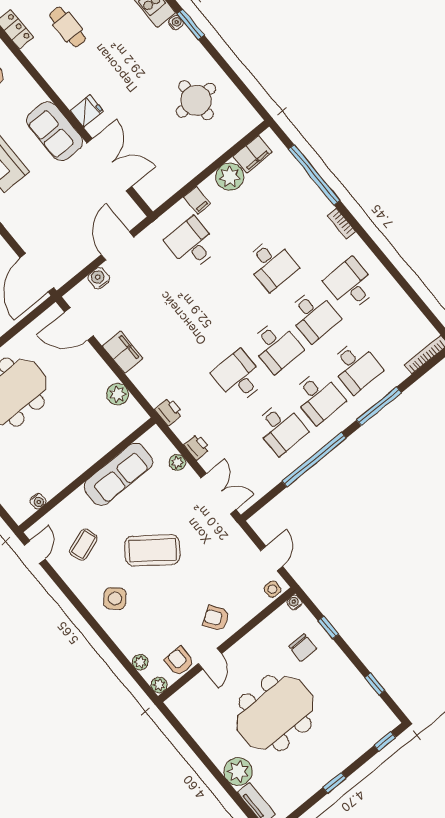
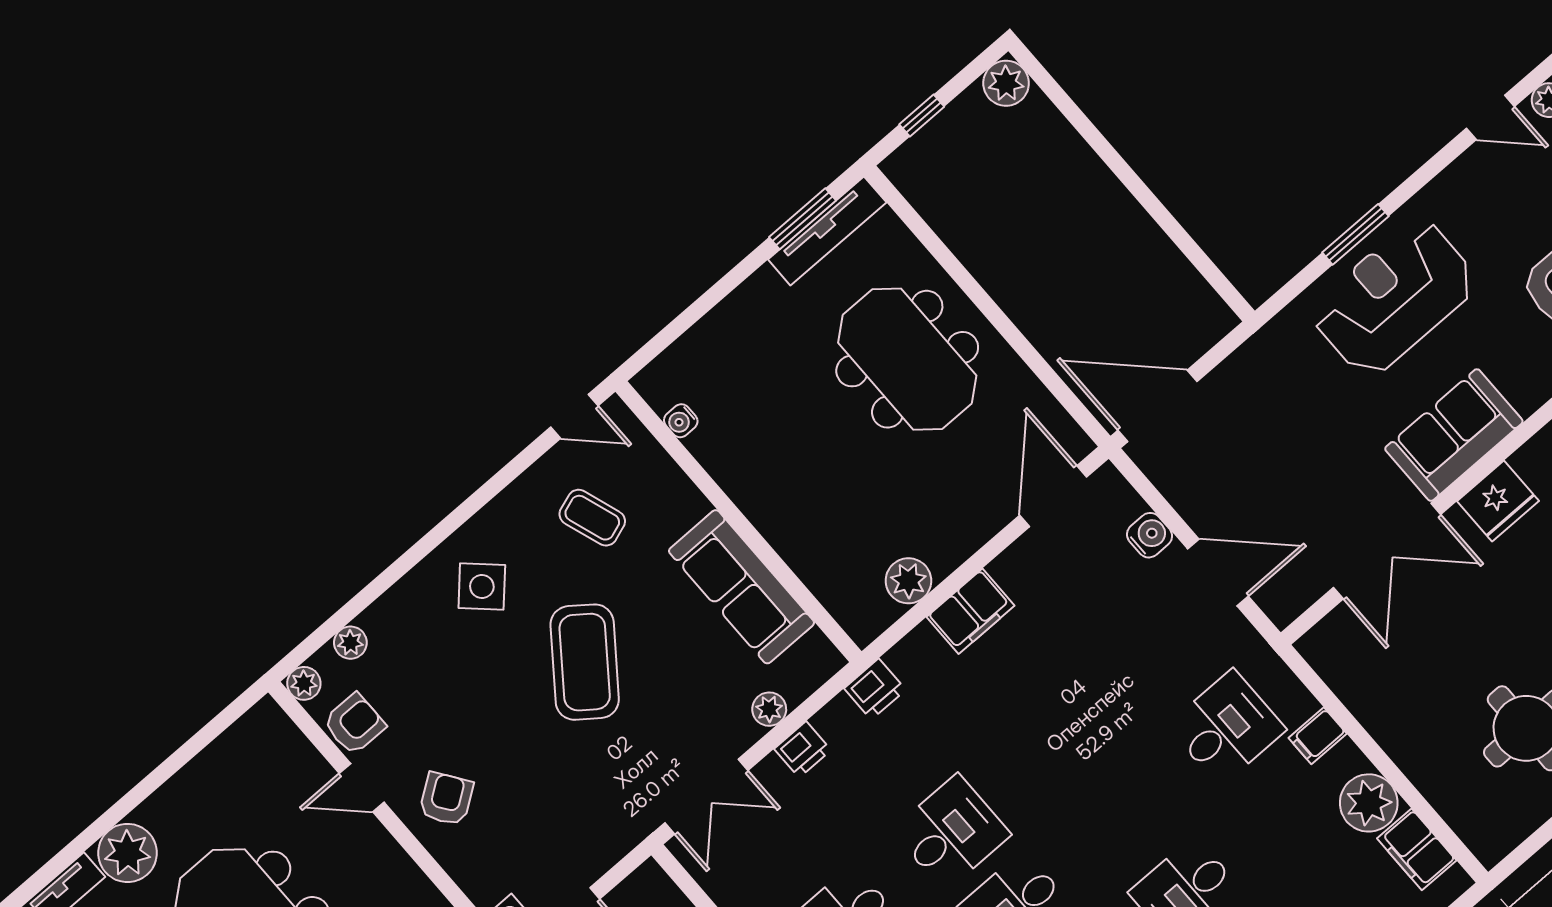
fridge: (87, 111) -> (1498, 501), width x1.38
filing cabinet: (123, 352) -> (971, 611), moved

